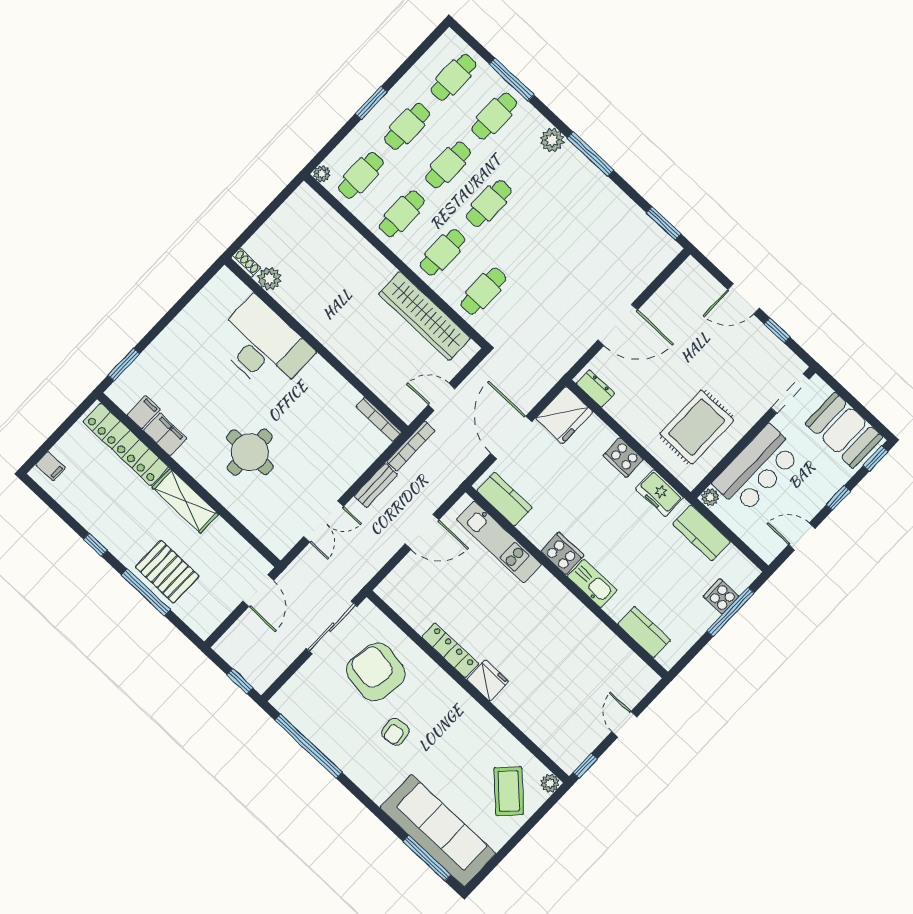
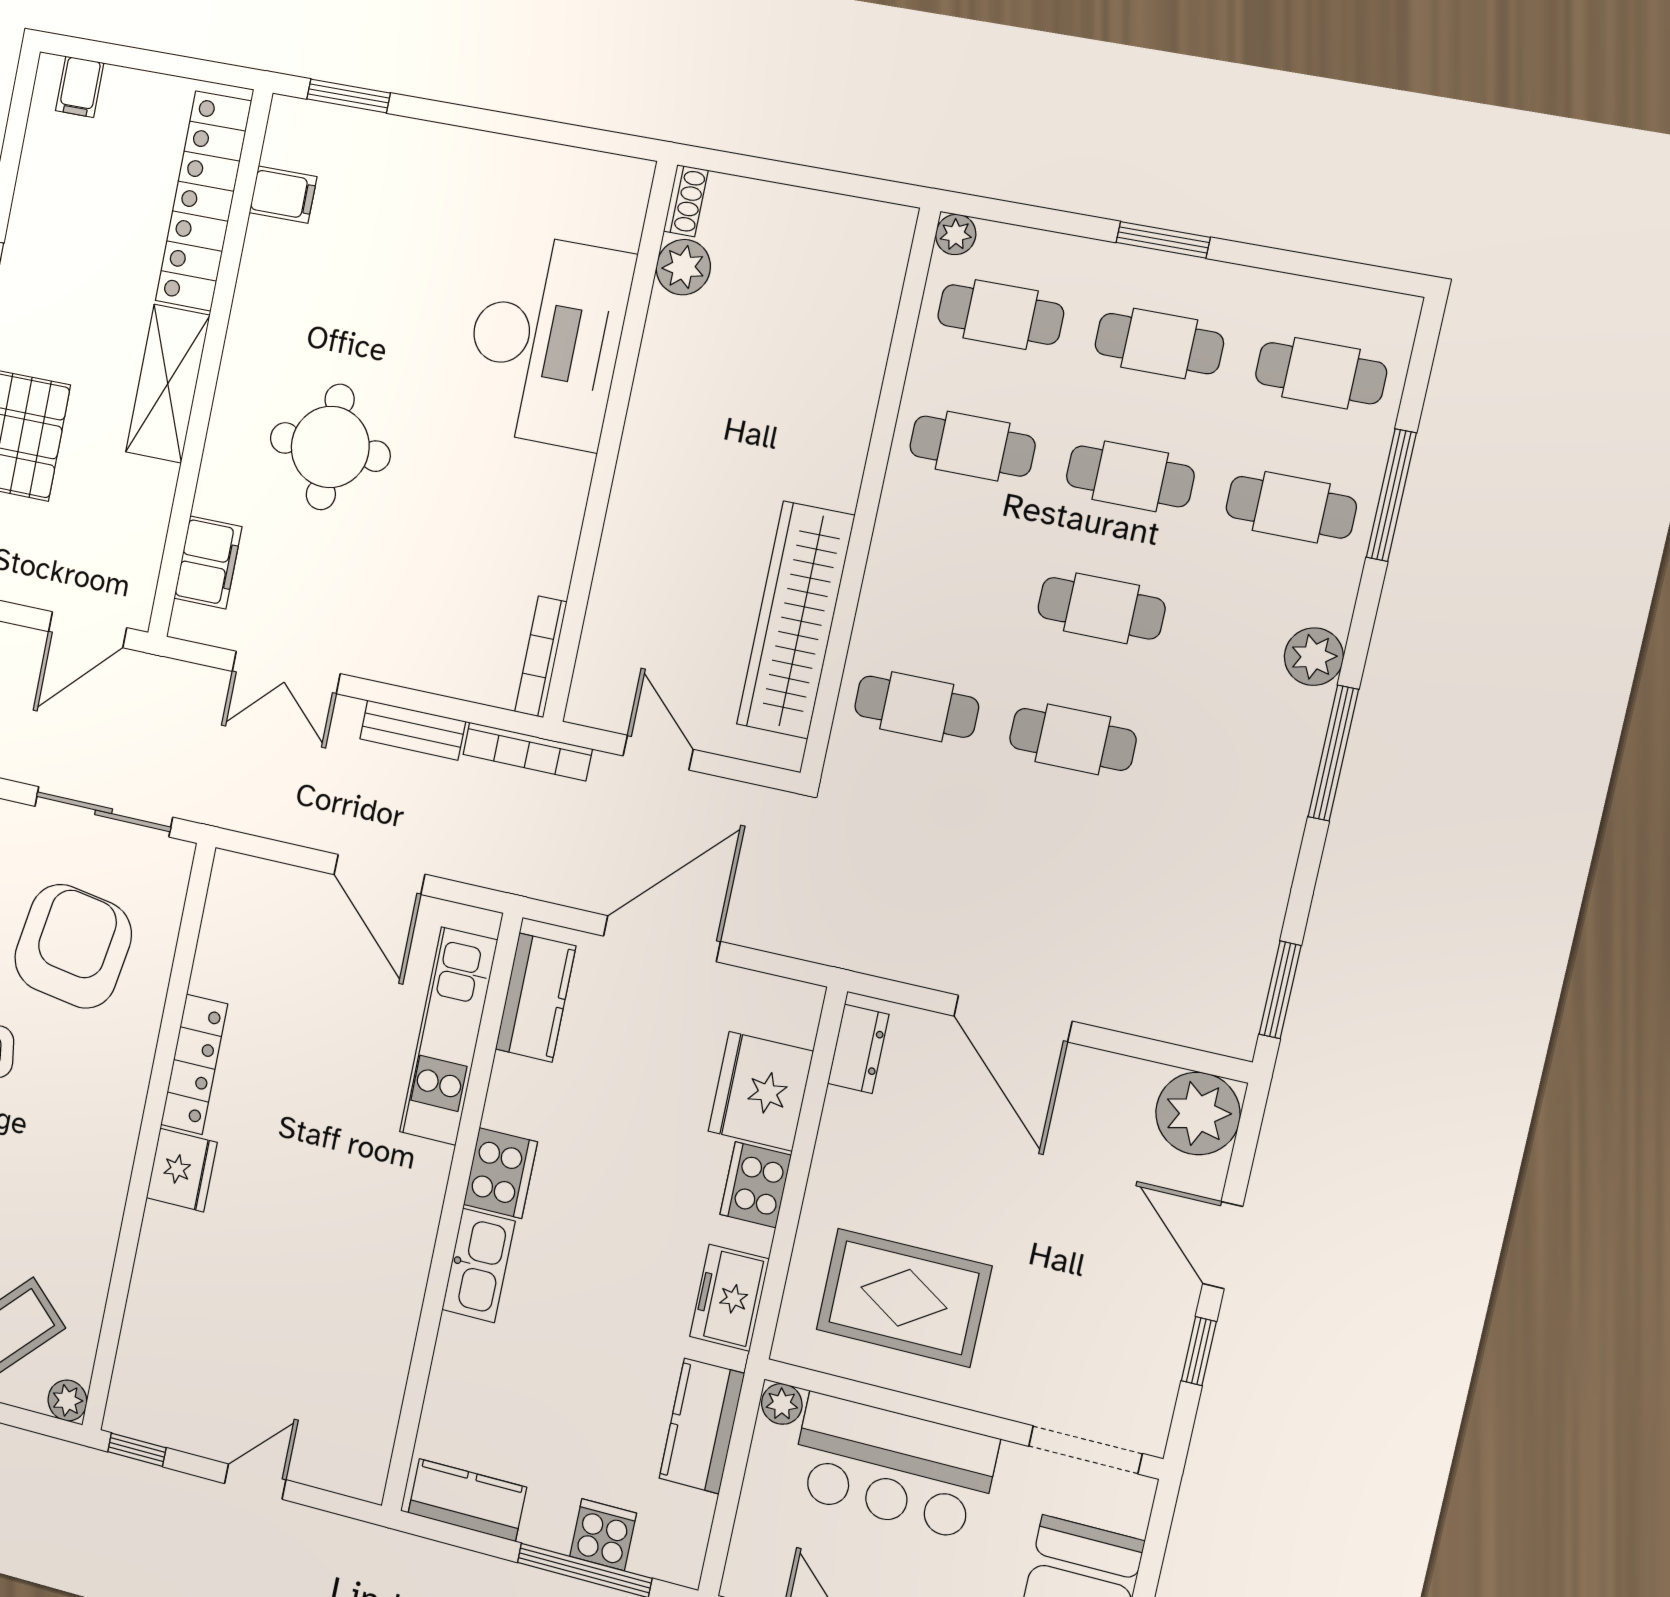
cafe table: (443, 252) -> (1073, 739), moved
plant: (691, 279) -> (1198, 1114), added
fridge: (564, 415) -> (761, 1091), moved, turned 90
filing cabinet: (165, 434) -> (208, 562), moved
kitchen counter: (644, 632) -> (467, 1500), moved, turned -90

